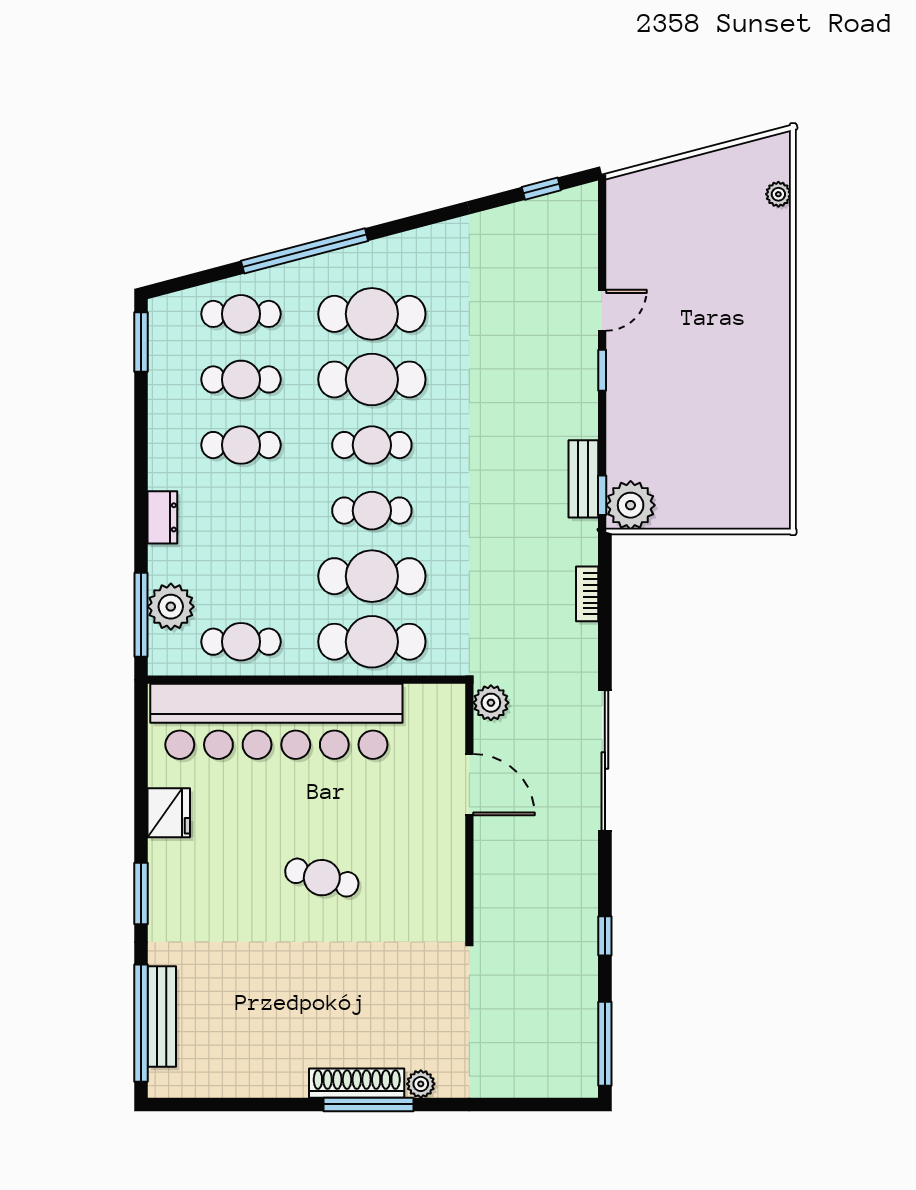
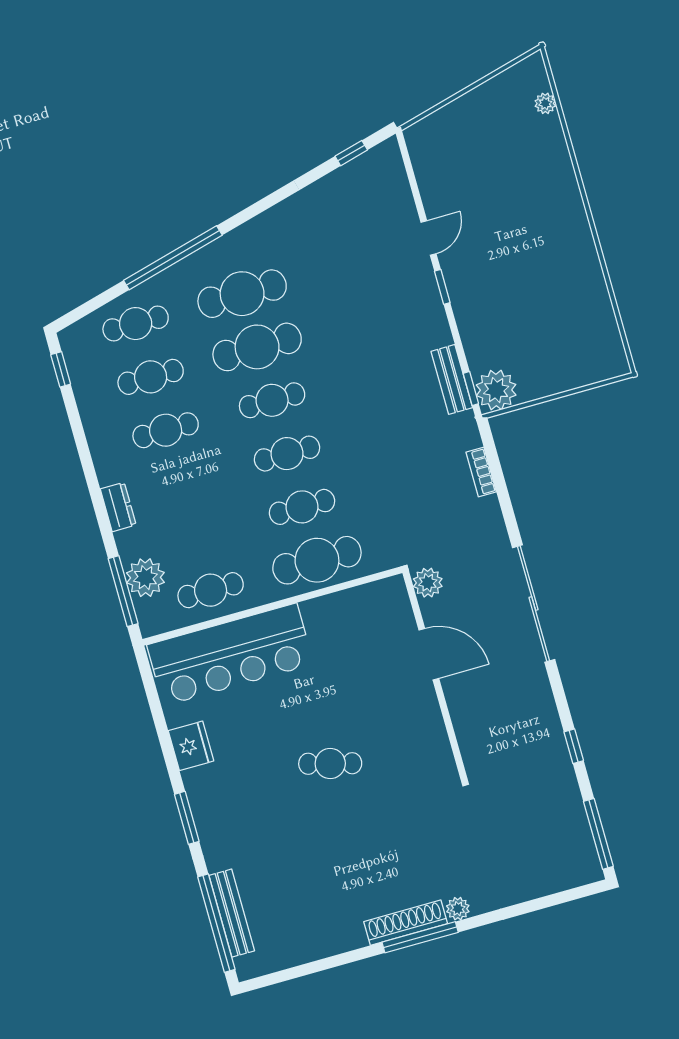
window: (141, 342) -> (61, 369), width x0.67
cafe table: (372, 576) -> (302, 507), width x0.73, depth x0.74
bar counter: (276, 721) -> (230, 654), width x0.73

